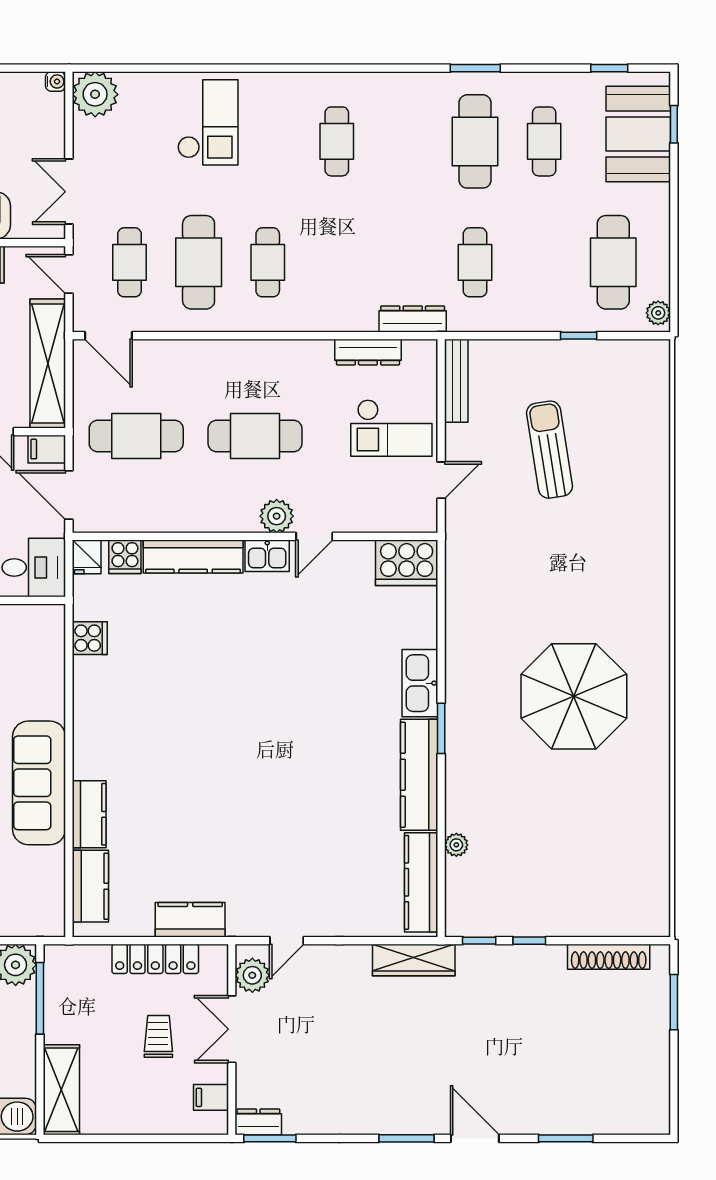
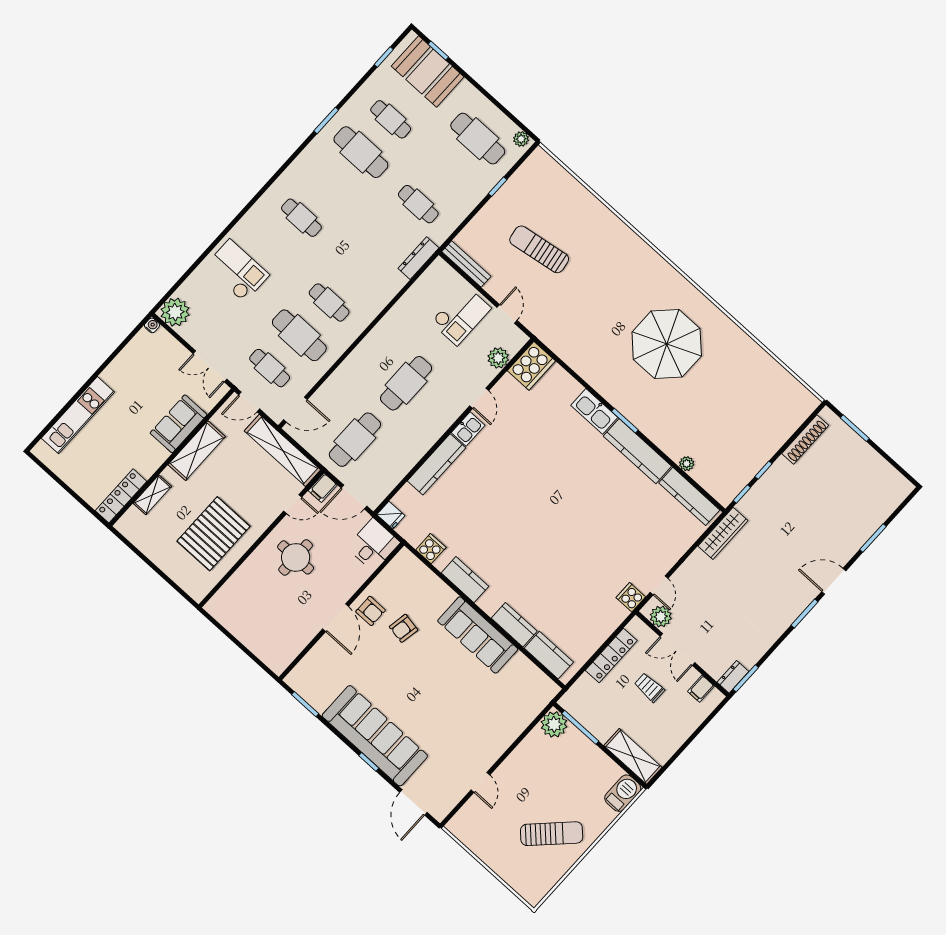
dresser: (368, 352) -> (415, 294), removed
plant: (277, 516) -> (498, 358), moved
cooker: (125, 557) -> (631, 597), moved, turned 180
kitchen counter: (190, 920) -> (465, 580), moved, turned 90

